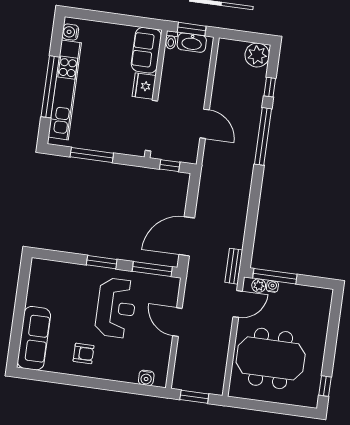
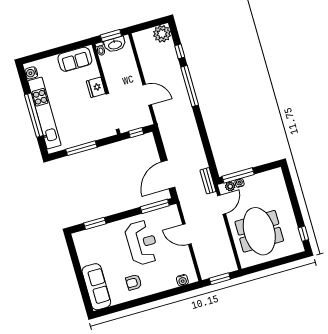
sofa: (146, 50) -> (75, 59), moved, turned -90
window: (102, 262) -> (95, 223), moved
armchair: (84, 353) -> (134, 282), turned 180
meeting table: (271, 358) -> (259, 231), turned 90

